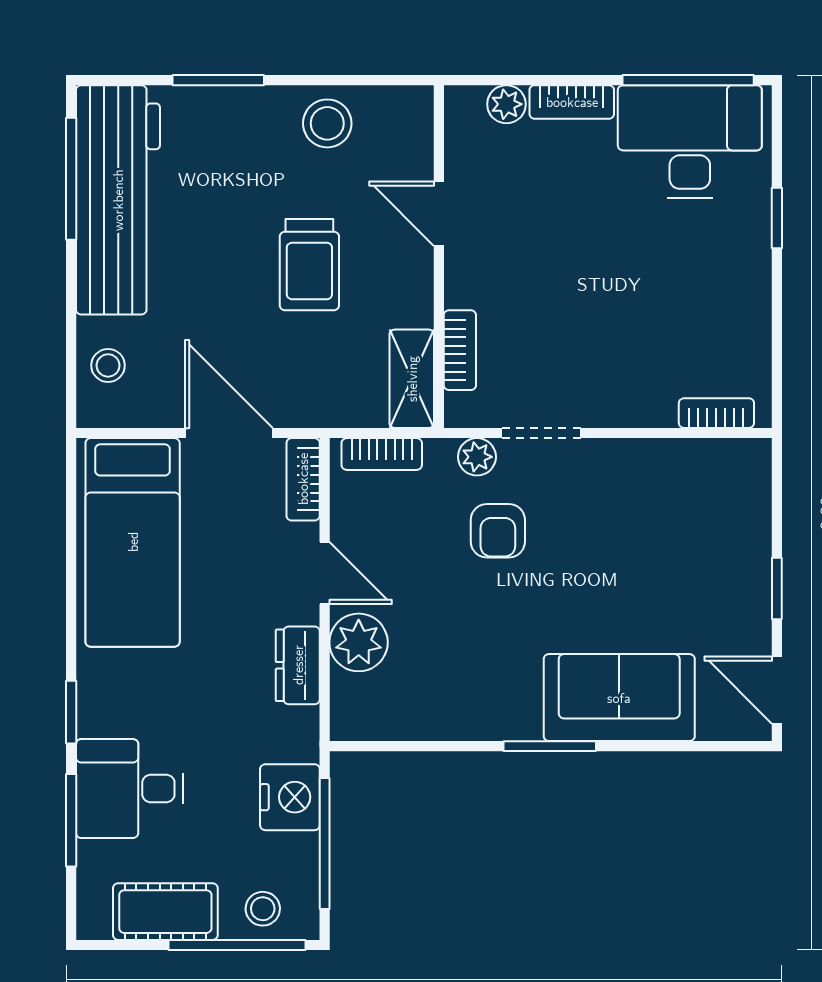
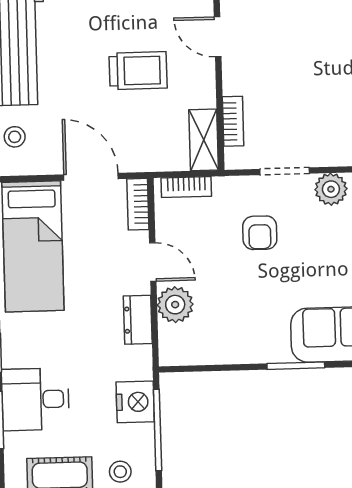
trolley: (309, 265) -> (138, 71), turned -90
plant: (477, 457) -> (331, 189), moved, width x1.38, depth x1.38

